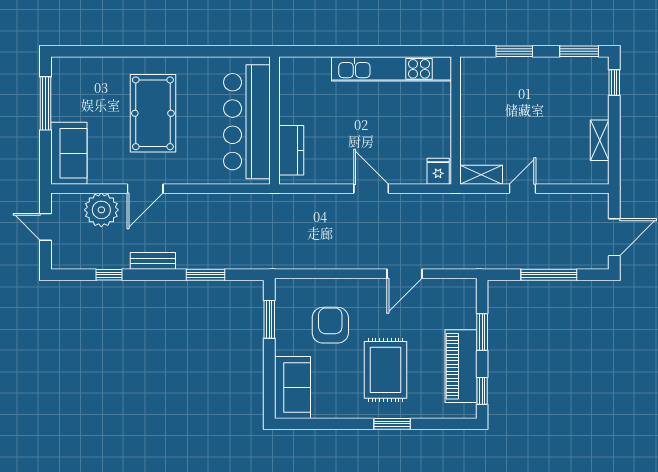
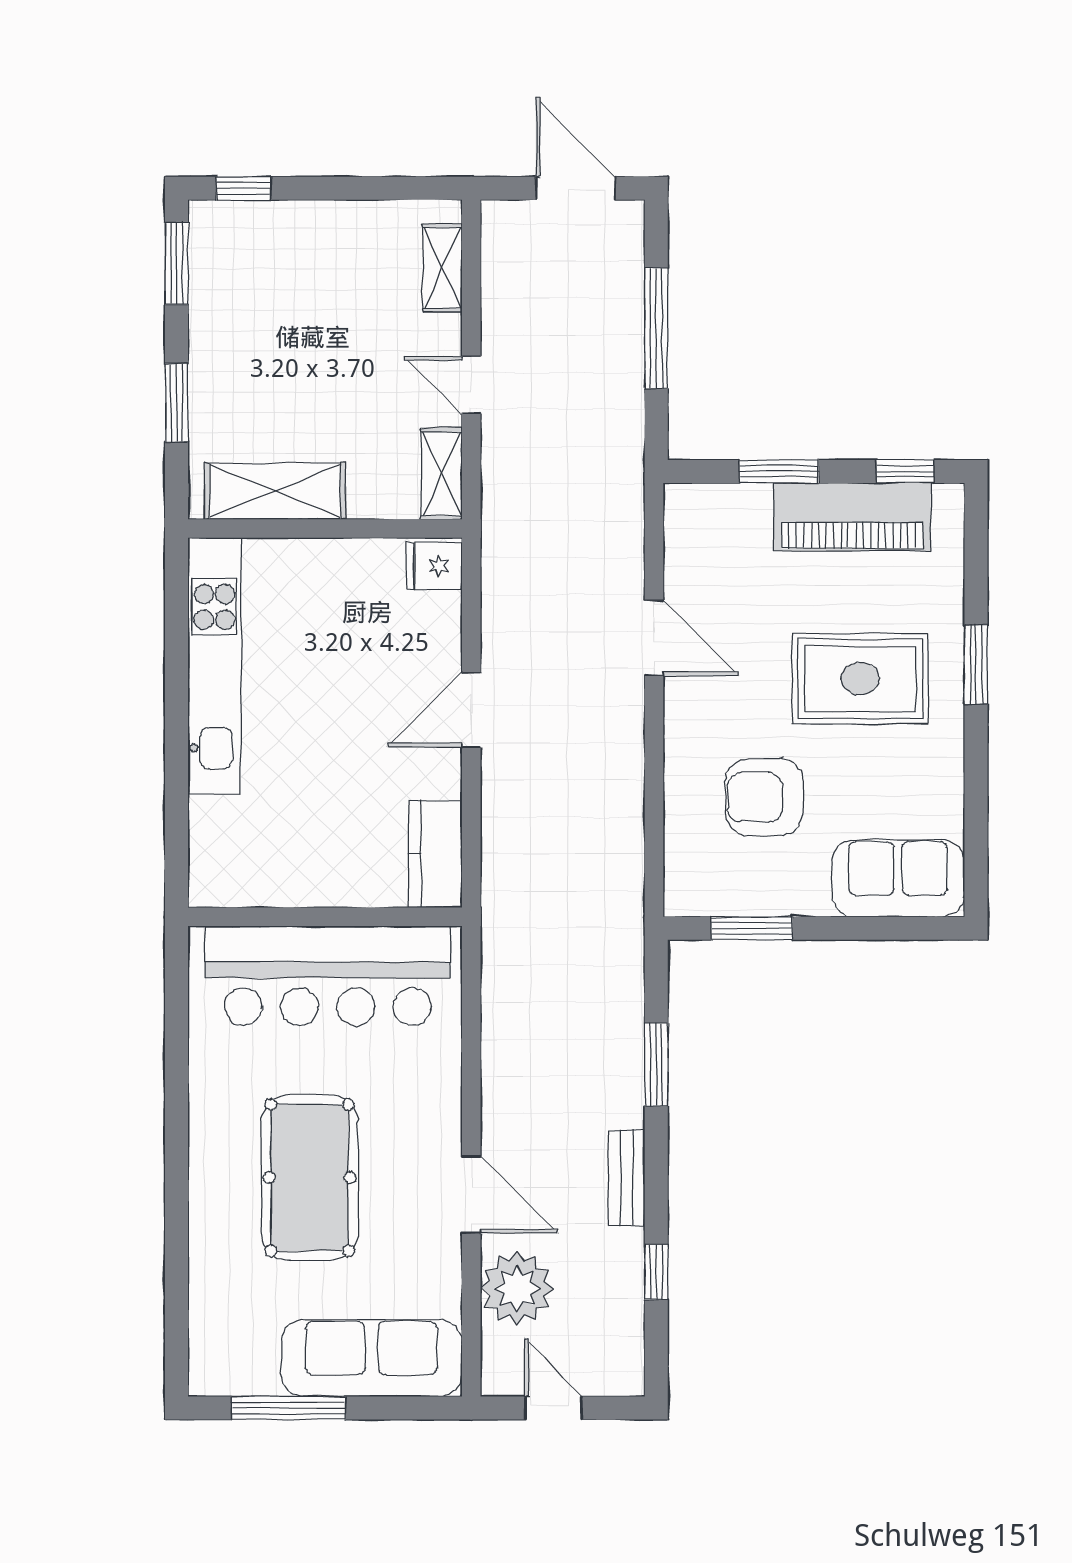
shelving: (473, 97) -> (275, 491), added
pool table: (153, 113) -> (310, 1178), turned 90
shelving: (600, 140) -> (442, 268), moved, turned 90
kitchen counter: (291, 150) -> (435, 854), moved, turned -90
sofa: (69, 153) -> (372, 1358), width x1.36
door: (46, 227) -> (554, 1408), swing flipped

